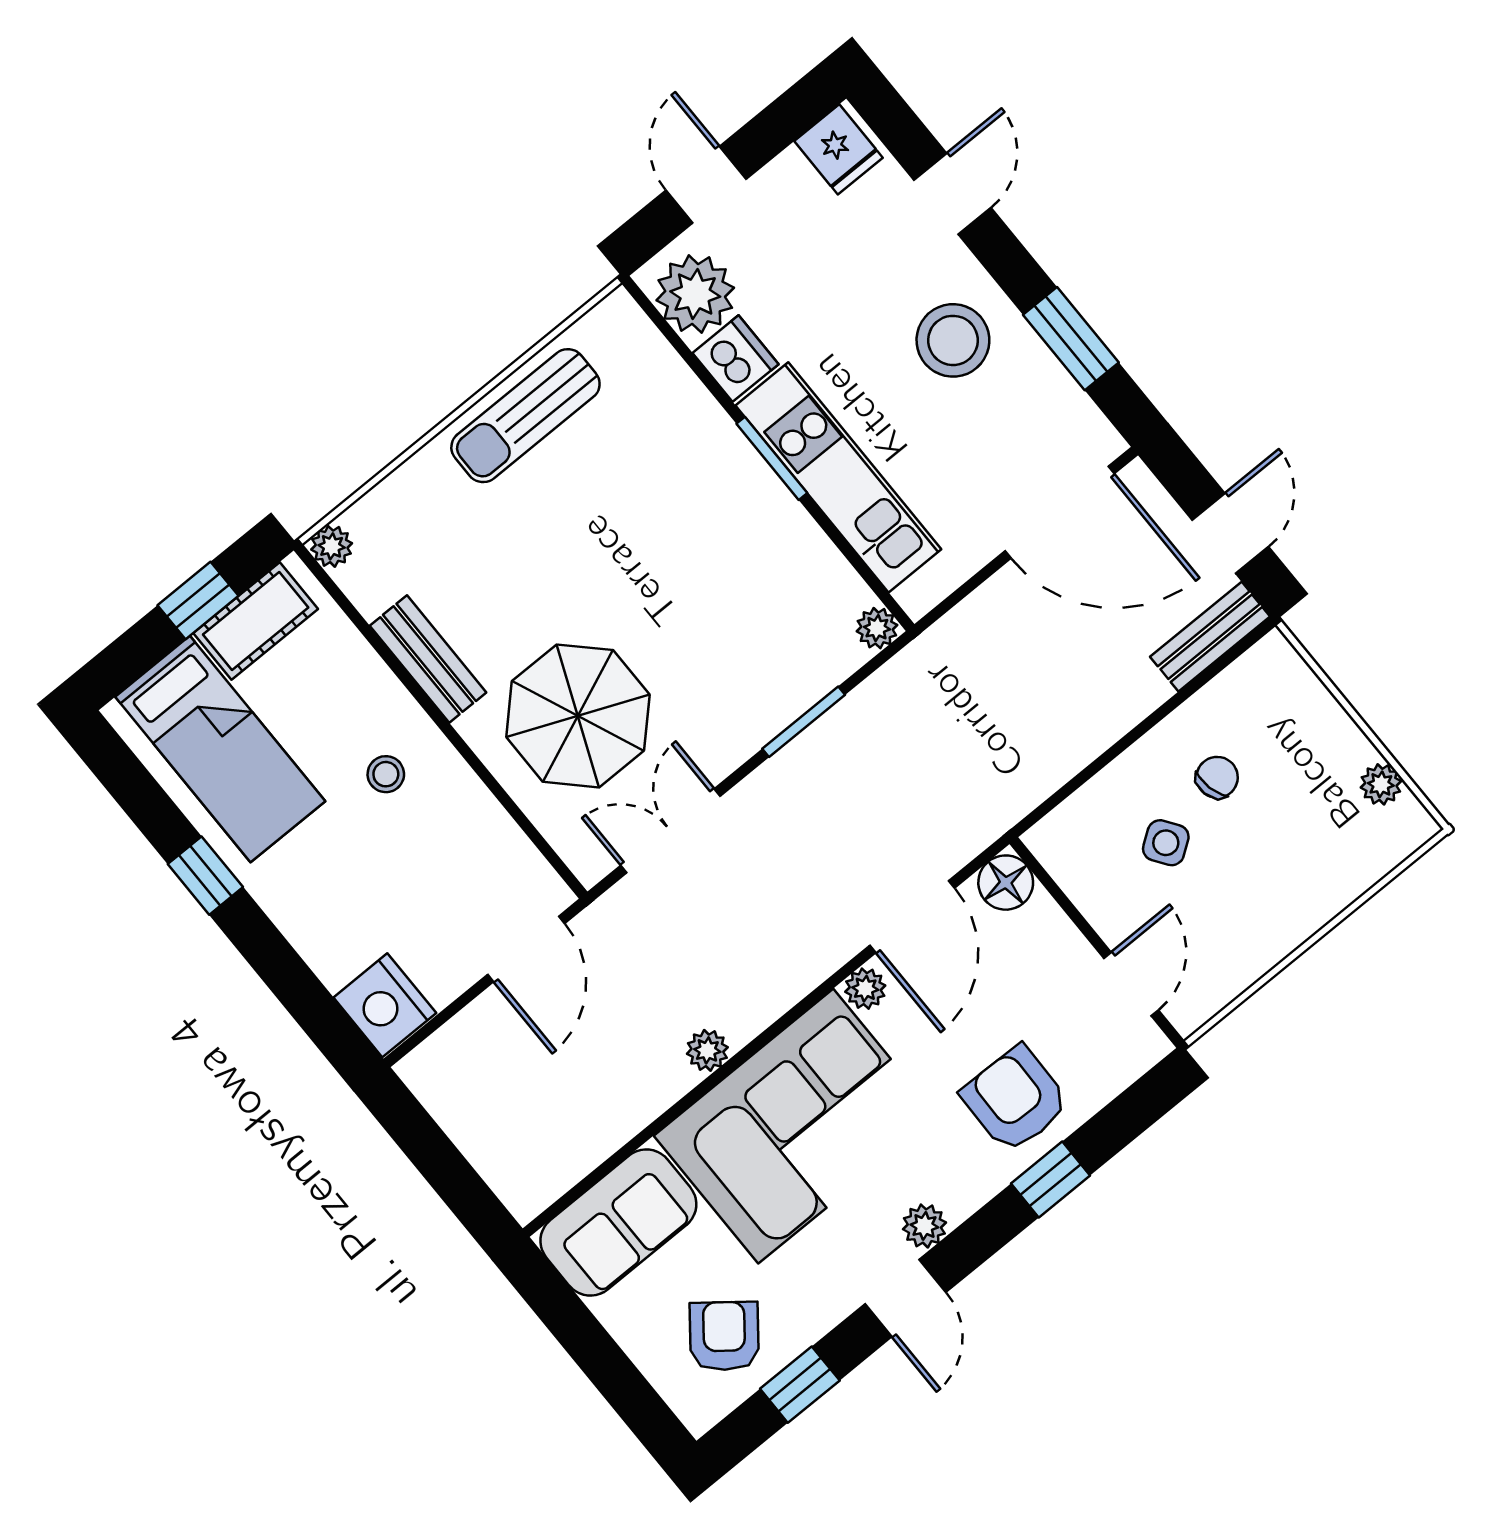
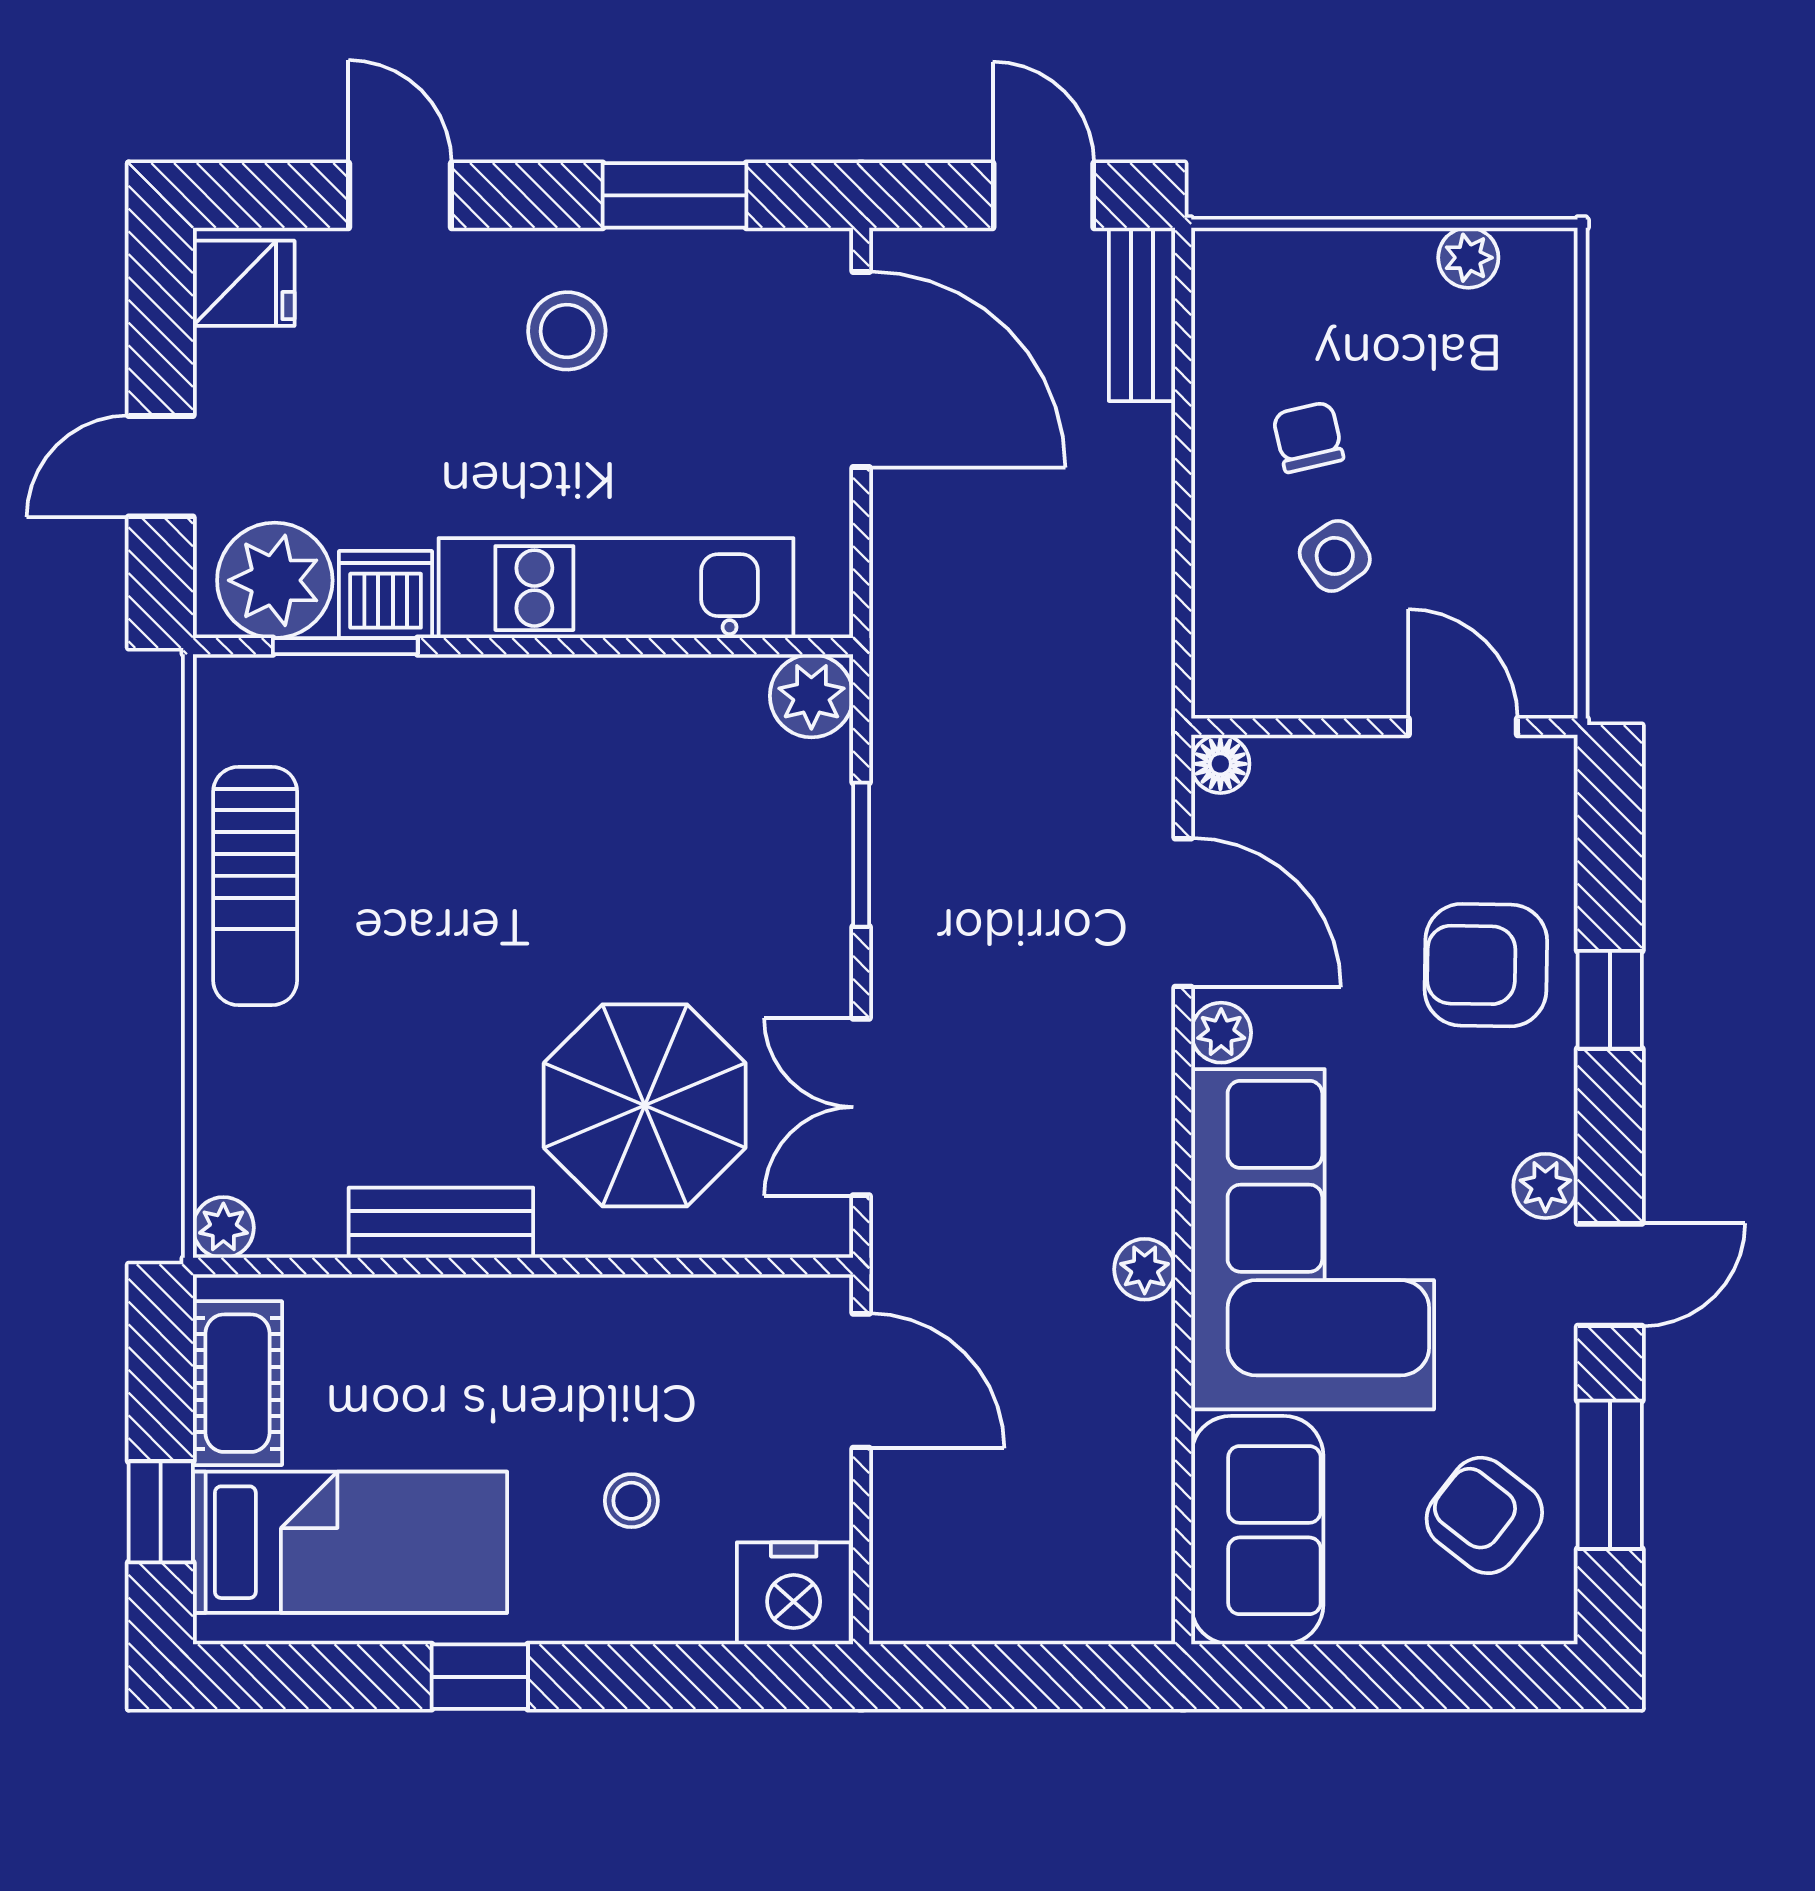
door: (706, 185) -> (161, 466), hinge flipped
stool: (953, 340) -> (567, 331), width x0.73, depth x0.73
window: (772, 458) -> (345, 646), moved
door: (1060, 512) -> (861, 370), hinge flipped
window: (198, 601) -> (161, 1512), moved
plant: (877, 628) -> (811, 696), width x1.38, depth x1.38
stool: (386, 774) -> (631, 1501), moved
floor lamp: (1006, 883) -> (1220, 764), width x0.73, depth x0.73
door: (905, 1298) -> (1610, 1275), hinge flipped
window: (800, 1385) -> (1610, 1475), width x1.50

